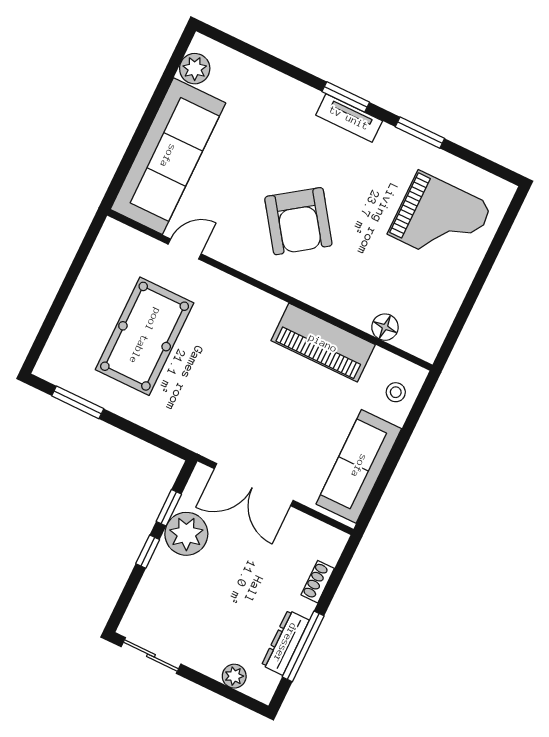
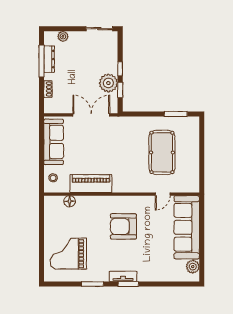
armchair: (298, 221) -> (123, 226), turned -55

